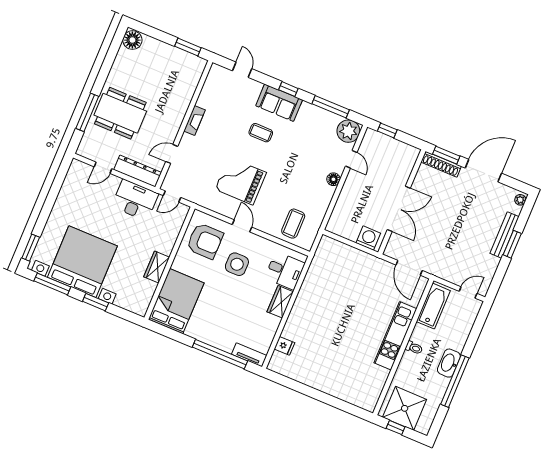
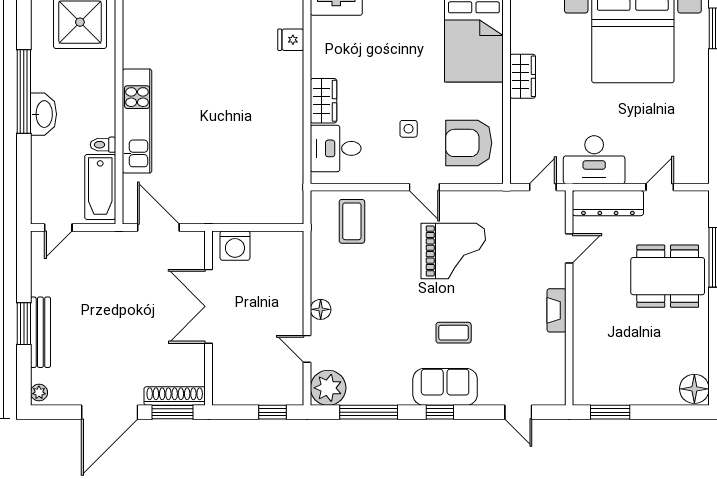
side table: (237, 264) -> (409, 129), width x0.54, depth x0.54
toilet: (414, 348) -> (103, 145), moved

